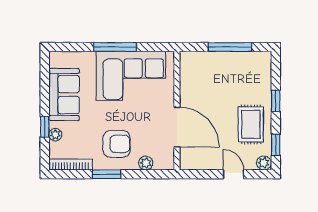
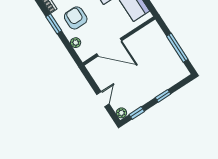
rug: (251, 124) -> (139, 90), removed
door: (177, 127) -> (109, 47), hinge flipped
armchair: (117, 144) -> (76, 18), turned 180

